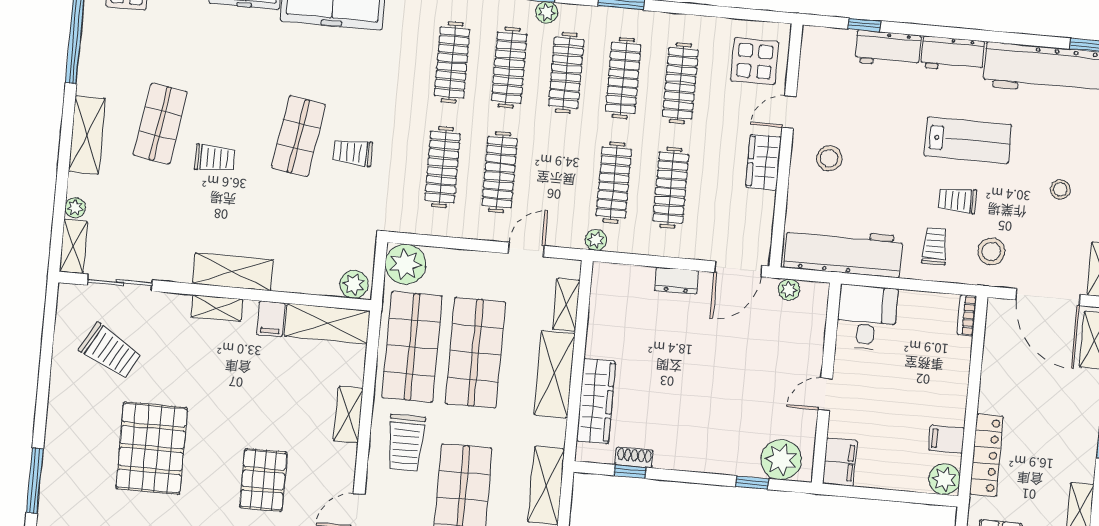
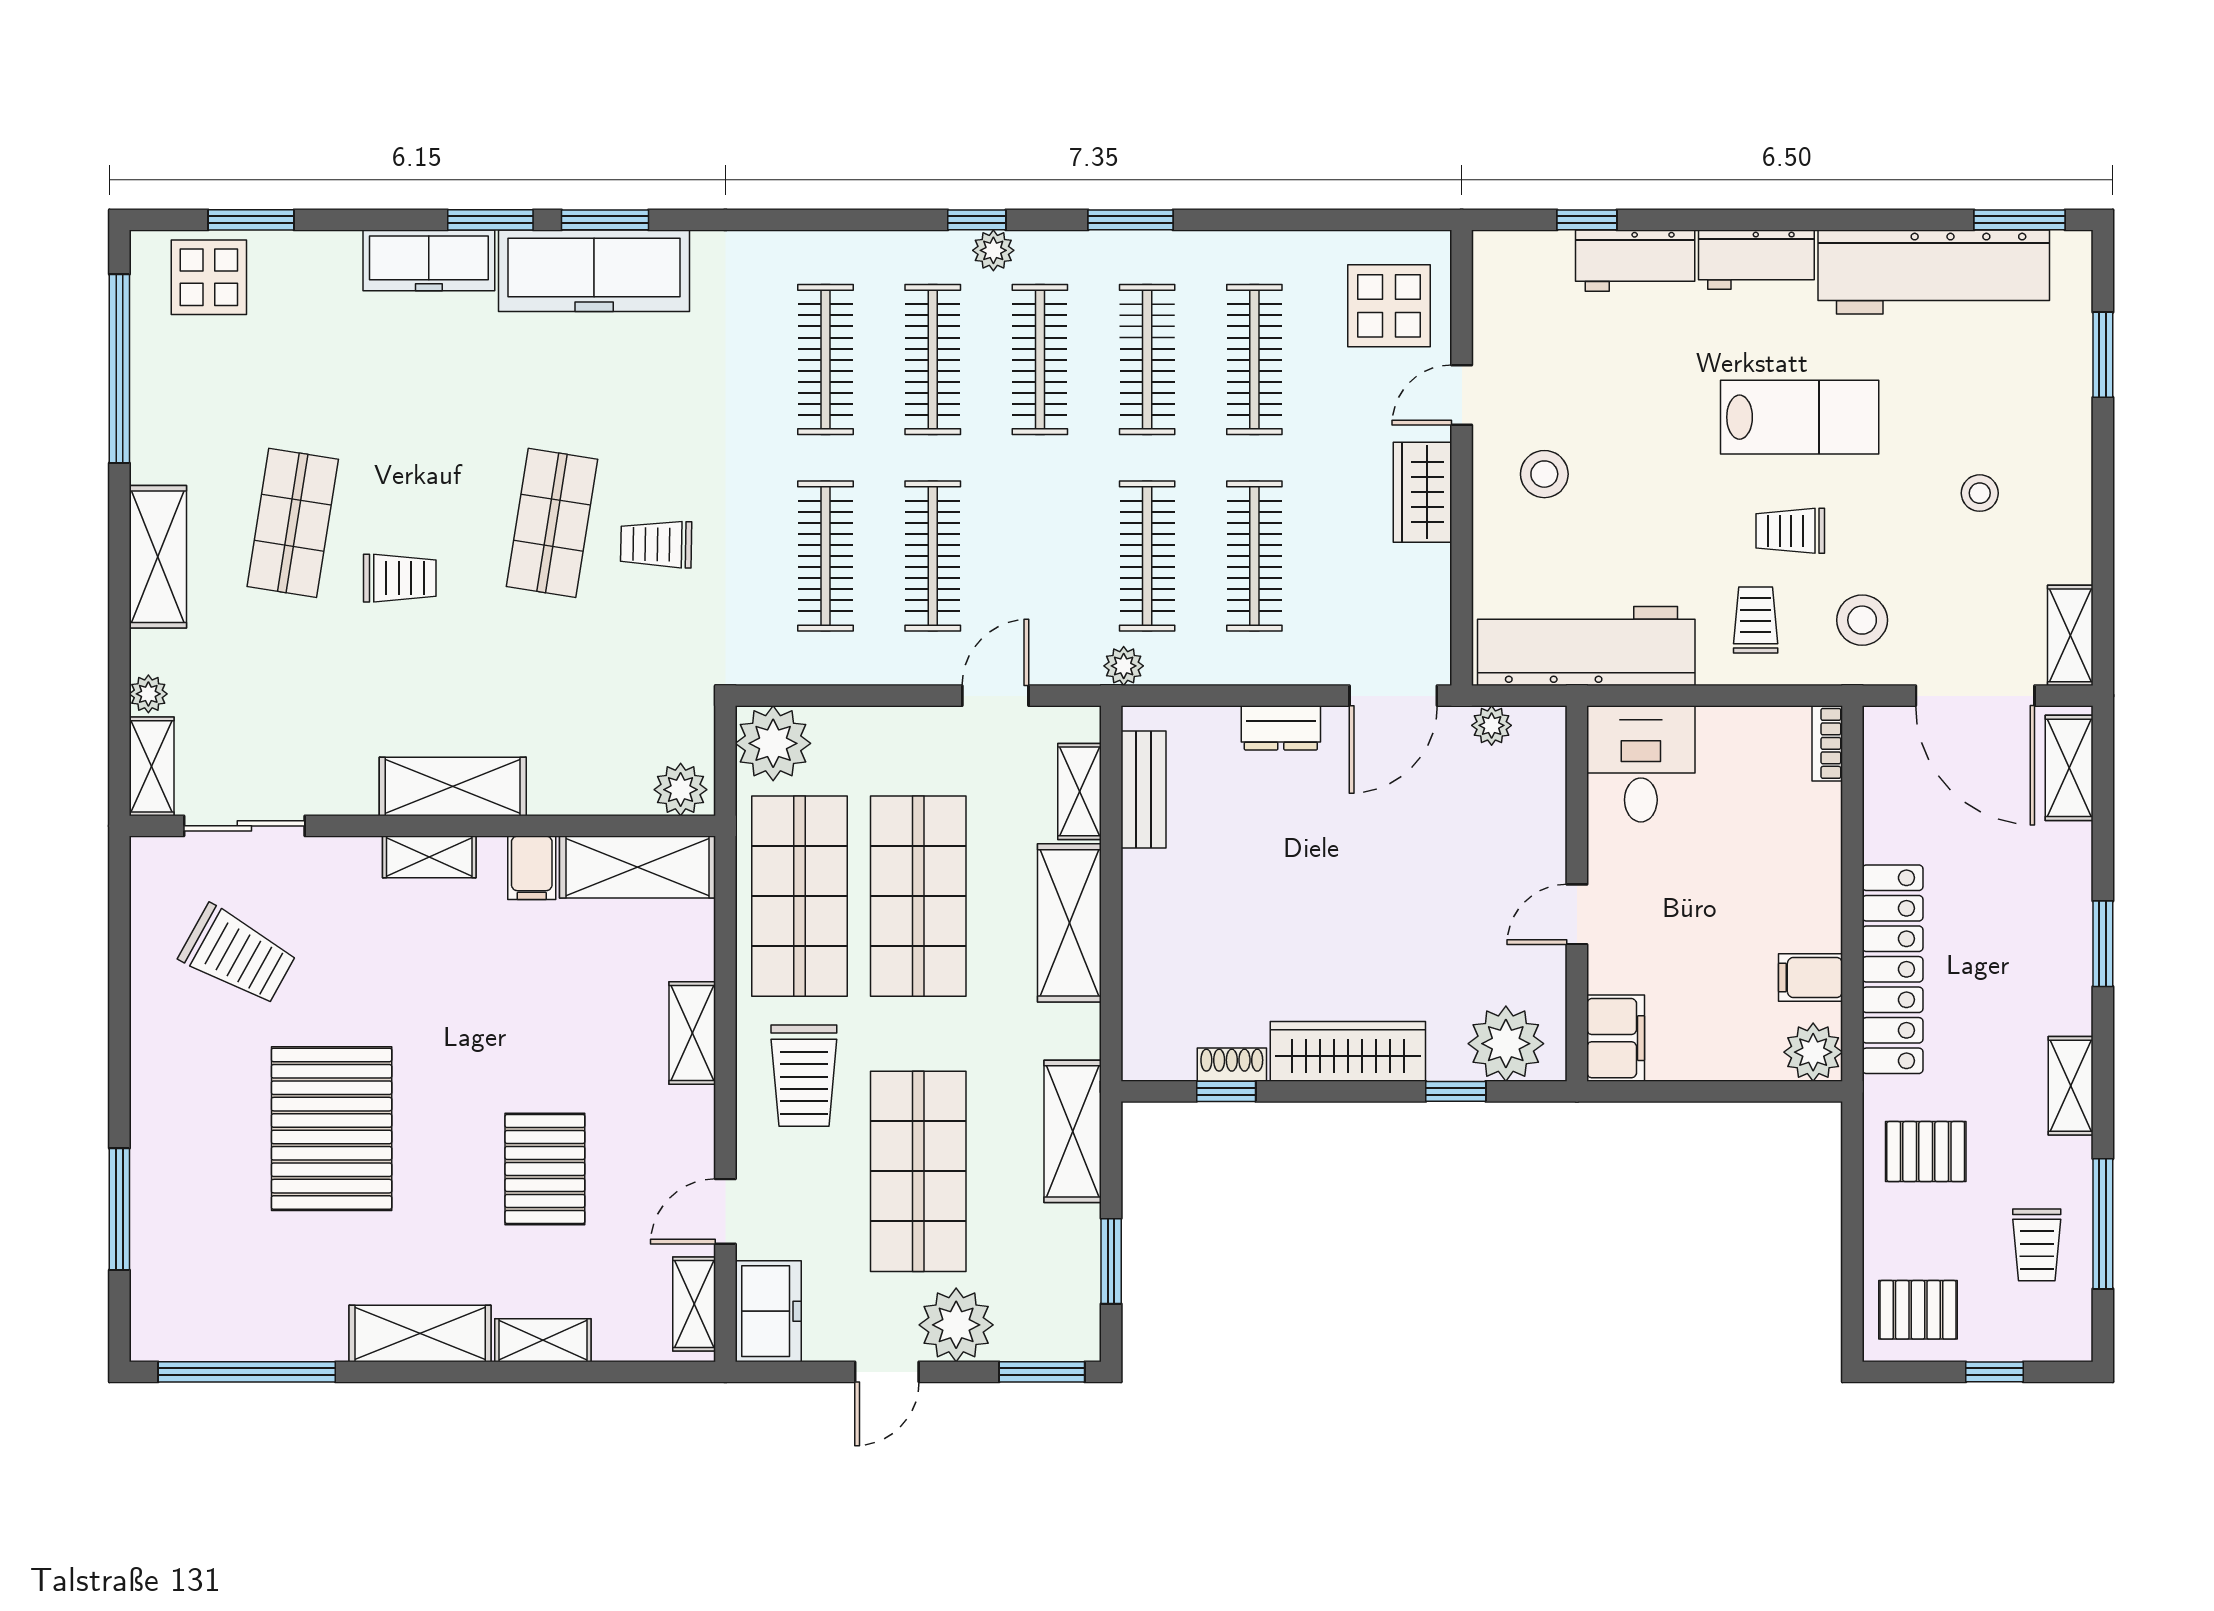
bench: (600, 307) -> (1143, 790), added
wardrobe: (596, 401) -> (1348, 1051), moved, turned -90
locker: (986, 455) -> (1893, 969), width x1.41, depth x1.21

